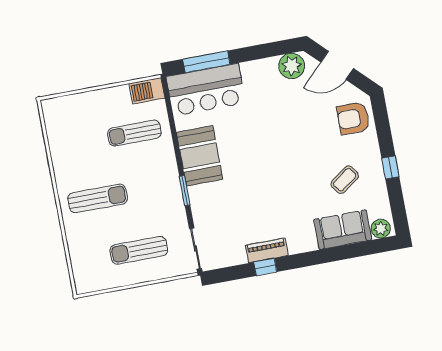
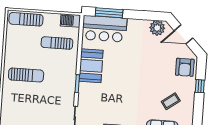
armchair: (353, 118) -> (185, 67), turned -90
window: (390, 168) -> (200, 86), moved
sun lounger: (139, 250) -> (26, 19), moved

